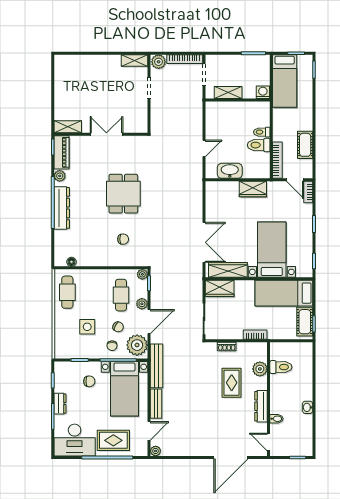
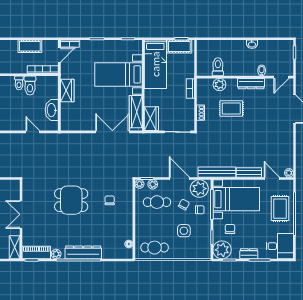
plant: (142, 304) -> (153, 184), moved
plant: (65, 372) -> (222, 250), added
desk: (75, 440) -> (280, 246), width x0.73

